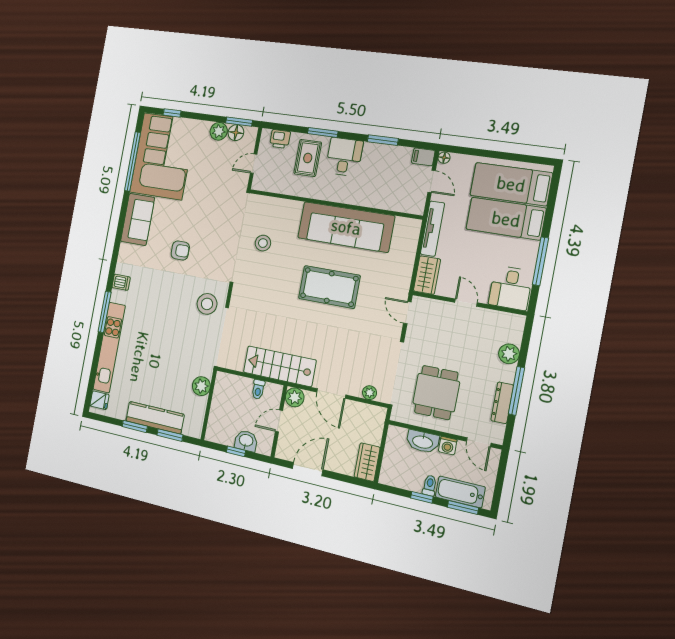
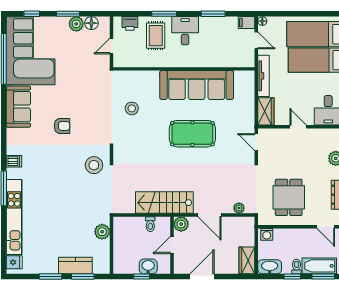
window: (239, 122) -> (68, 14), moved
kitchen counter: (155, 418) -> (75, 266), width x0.67
washbasin: (423, 442) -> (270, 267), moved, turned 180
washing machine: (448, 446) -> (267, 234), moved

